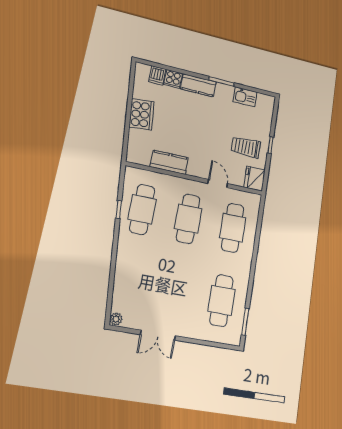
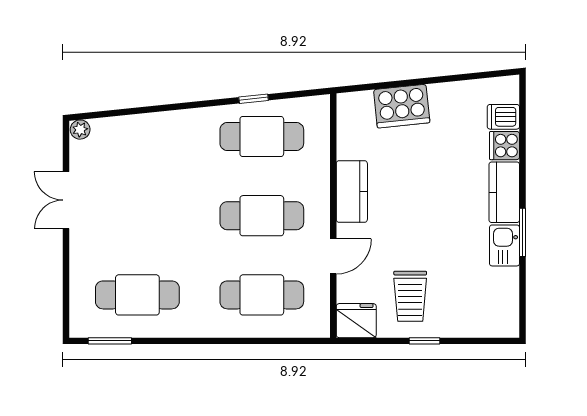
kitchen sink: (245, 97) -> (504, 245), moved
cooker: (142, 114) -> (402, 106), moved
trolley: (246, 147) -> (410, 296), turned 180
kitchen counter: (169, 162) -> (352, 192), moved

